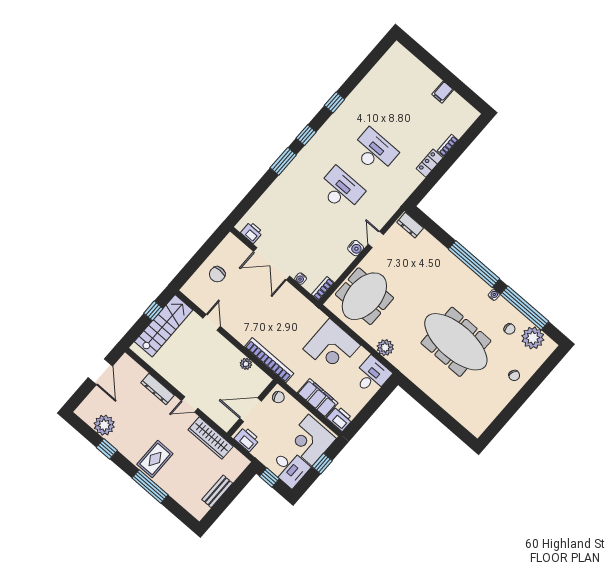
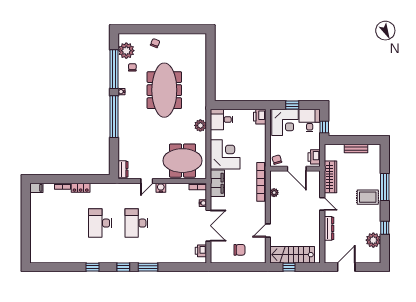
filing cabinet: (443, 92) -> (36, 188), moved
filing cabinet: (318, 398) -> (217, 183), moved, turned 180

